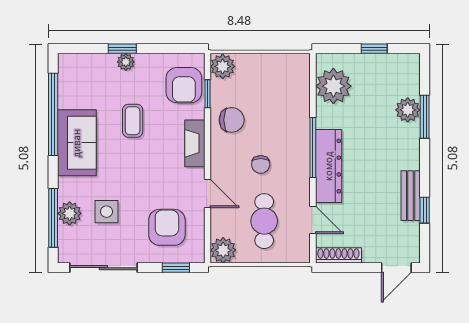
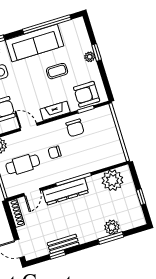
plant: (223, 66) -> (104, 113), removed
sofa: (77, 143) -> (35, 43), width x1.36
door: (207, 193) -> (29, 127), swing flipped

